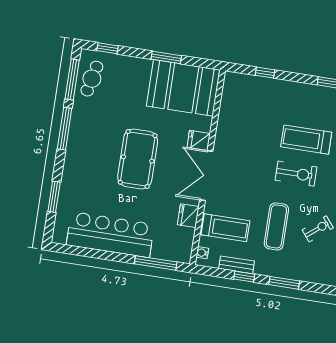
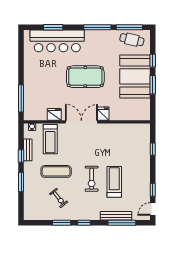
window: (107, 48) -> (153, 61), moved
booth: (183, 88) -> (135, 76), moved
bar counter: (110, 235) -> (57, 41), moved, turned 90

